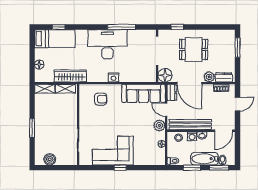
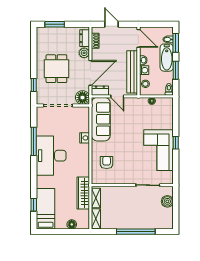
nightstand: (114, 77) -> (85, 138), moved
door: (166, 110) -> (117, 96), hinge flipped
plant: (159, 125) -> (133, 103), removed
window: (32, 128) -> (136, 232), width x2.11
boiler: (50, 159) -> (167, 201), moved

